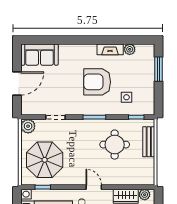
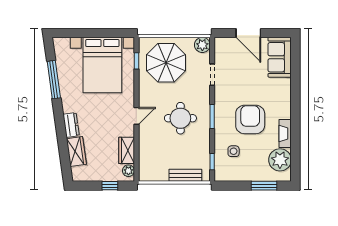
plant: (130, 49) -> (280, 160), width x1.88, depth x1.88
round table: (115, 145) -> (180, 118), moved

